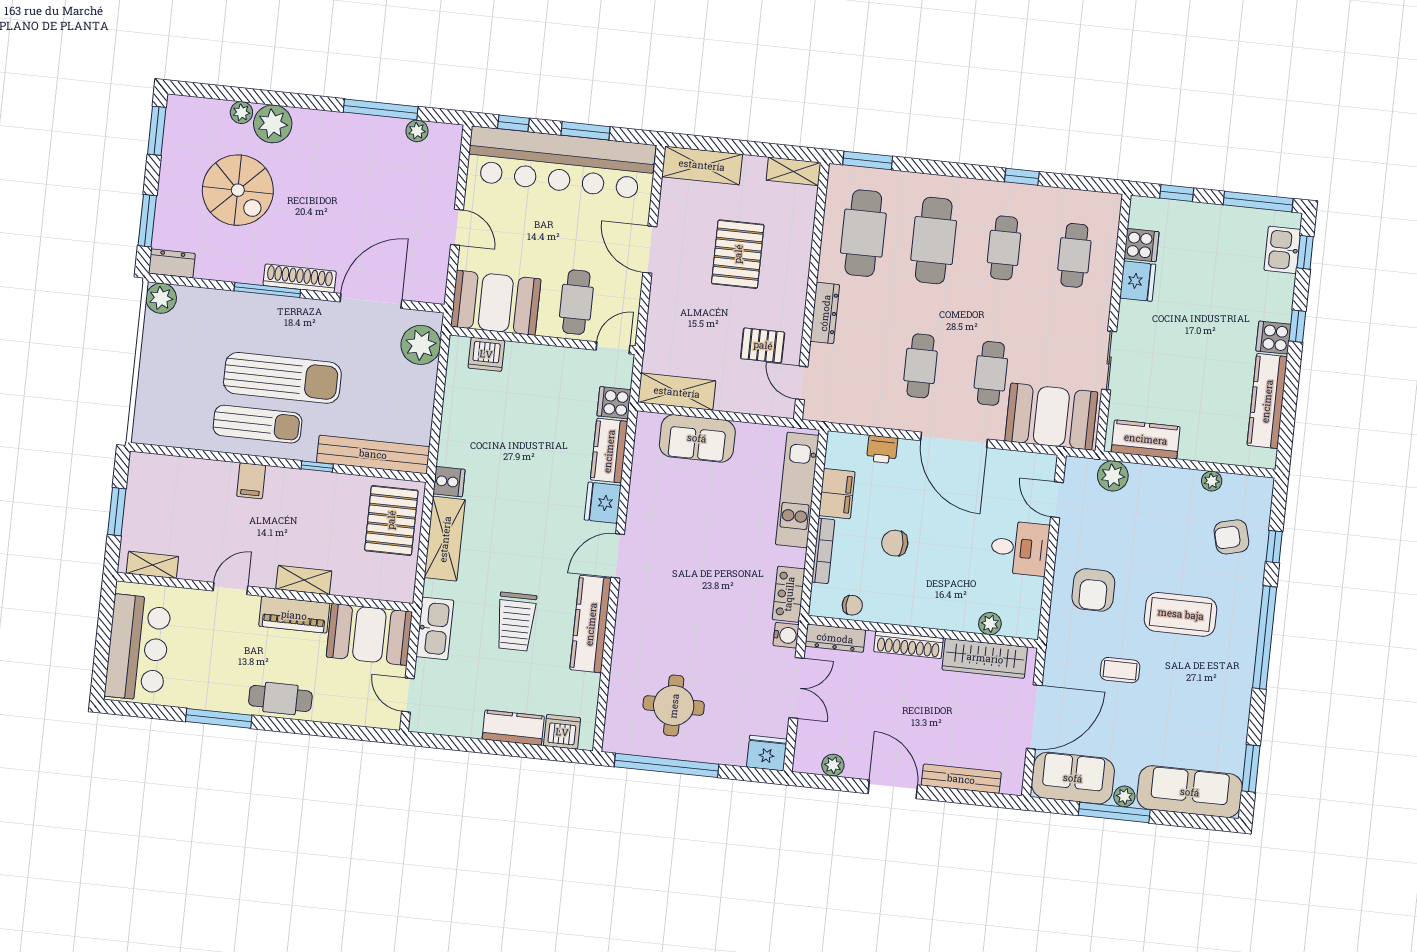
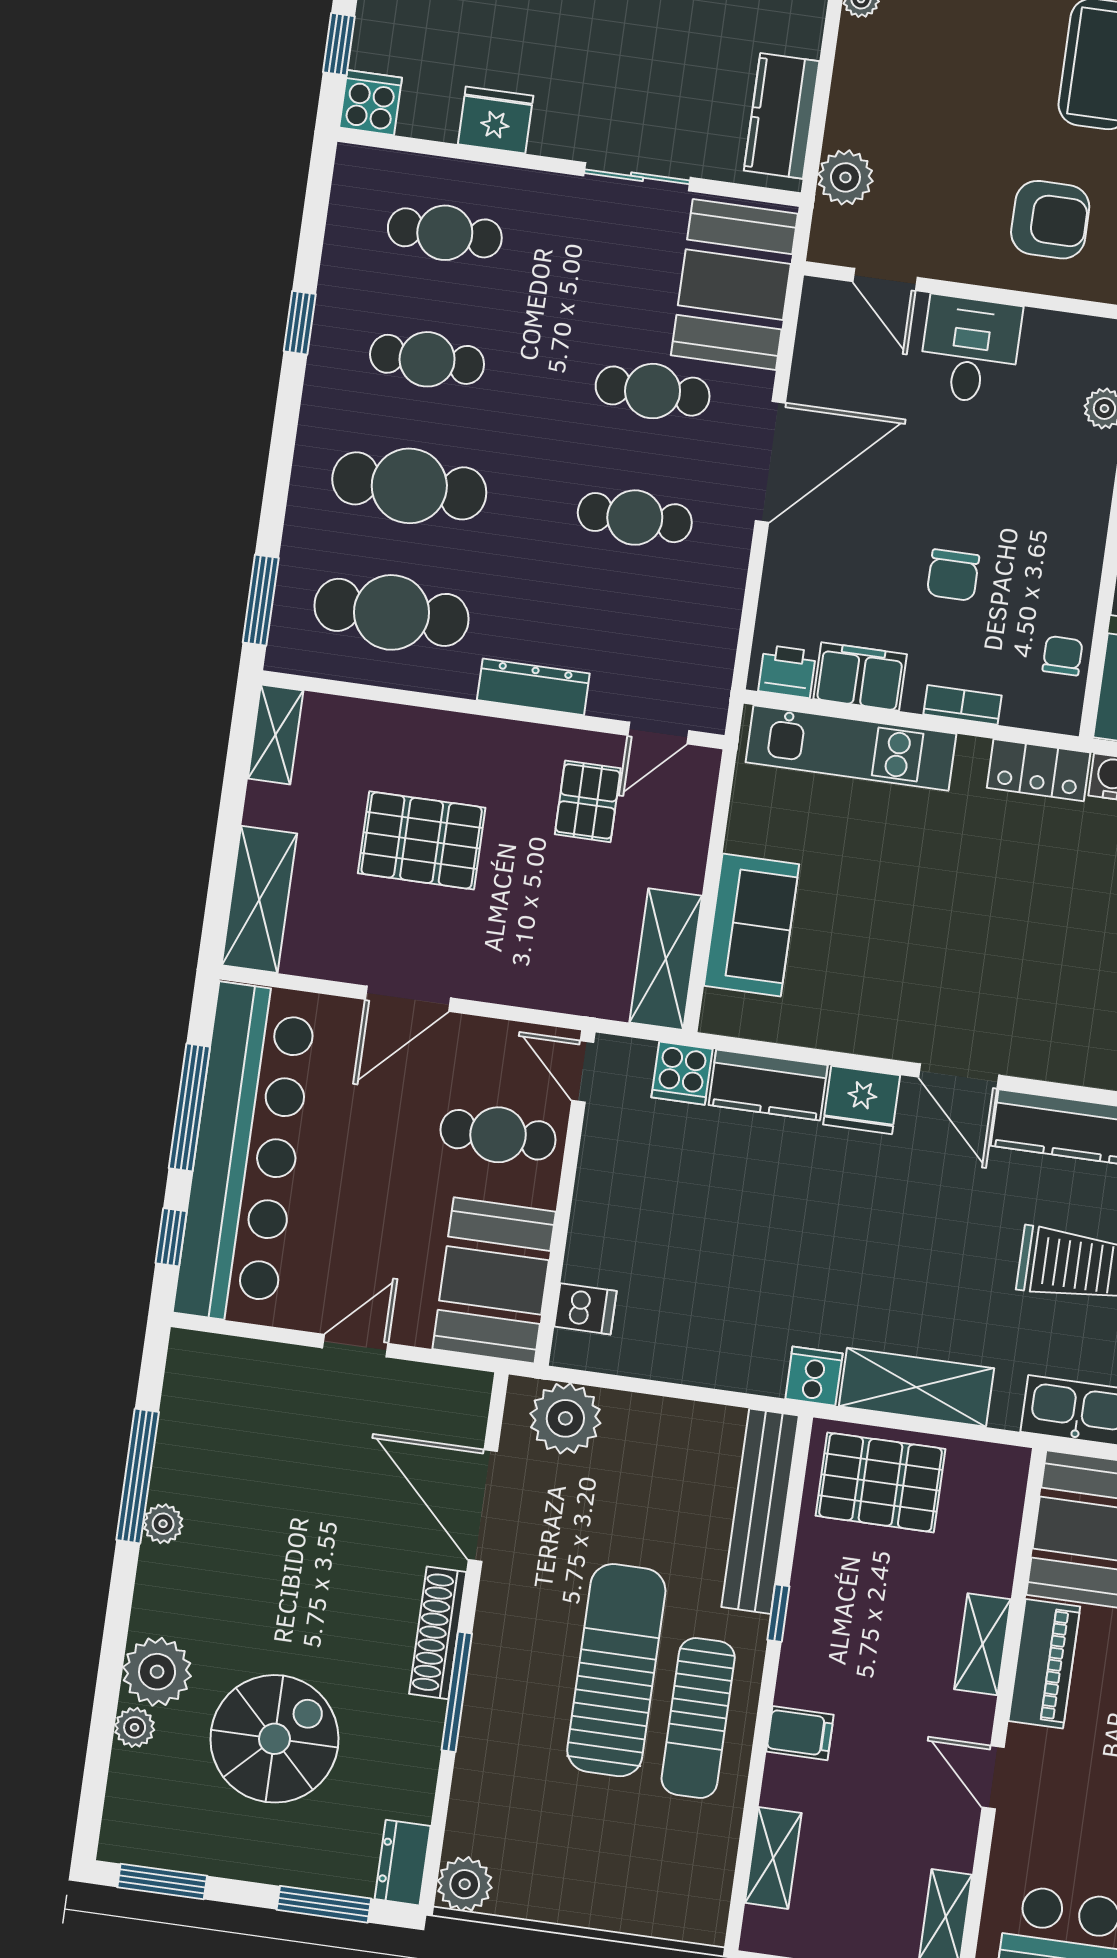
plant: (417, 131) -> (163, 1524), moved
window: (586, 131) -> (189, 1107), width x1.44
cooker: (1141, 245) -> (371, 103), moved
dishwasher: (486, 354) -> (585, 1309), width x0.73
sun lounger: (258, 424) -> (698, 1718), turned 180
printer: (882, 449) -> (787, 671), moved, turned -90
shelving: (182, 468) -> (773, 1858), added
door: (1057, 500) -> (885, 280), hinge flipped
bookcase: (823, 551) -> (962, 705), width x0.64

